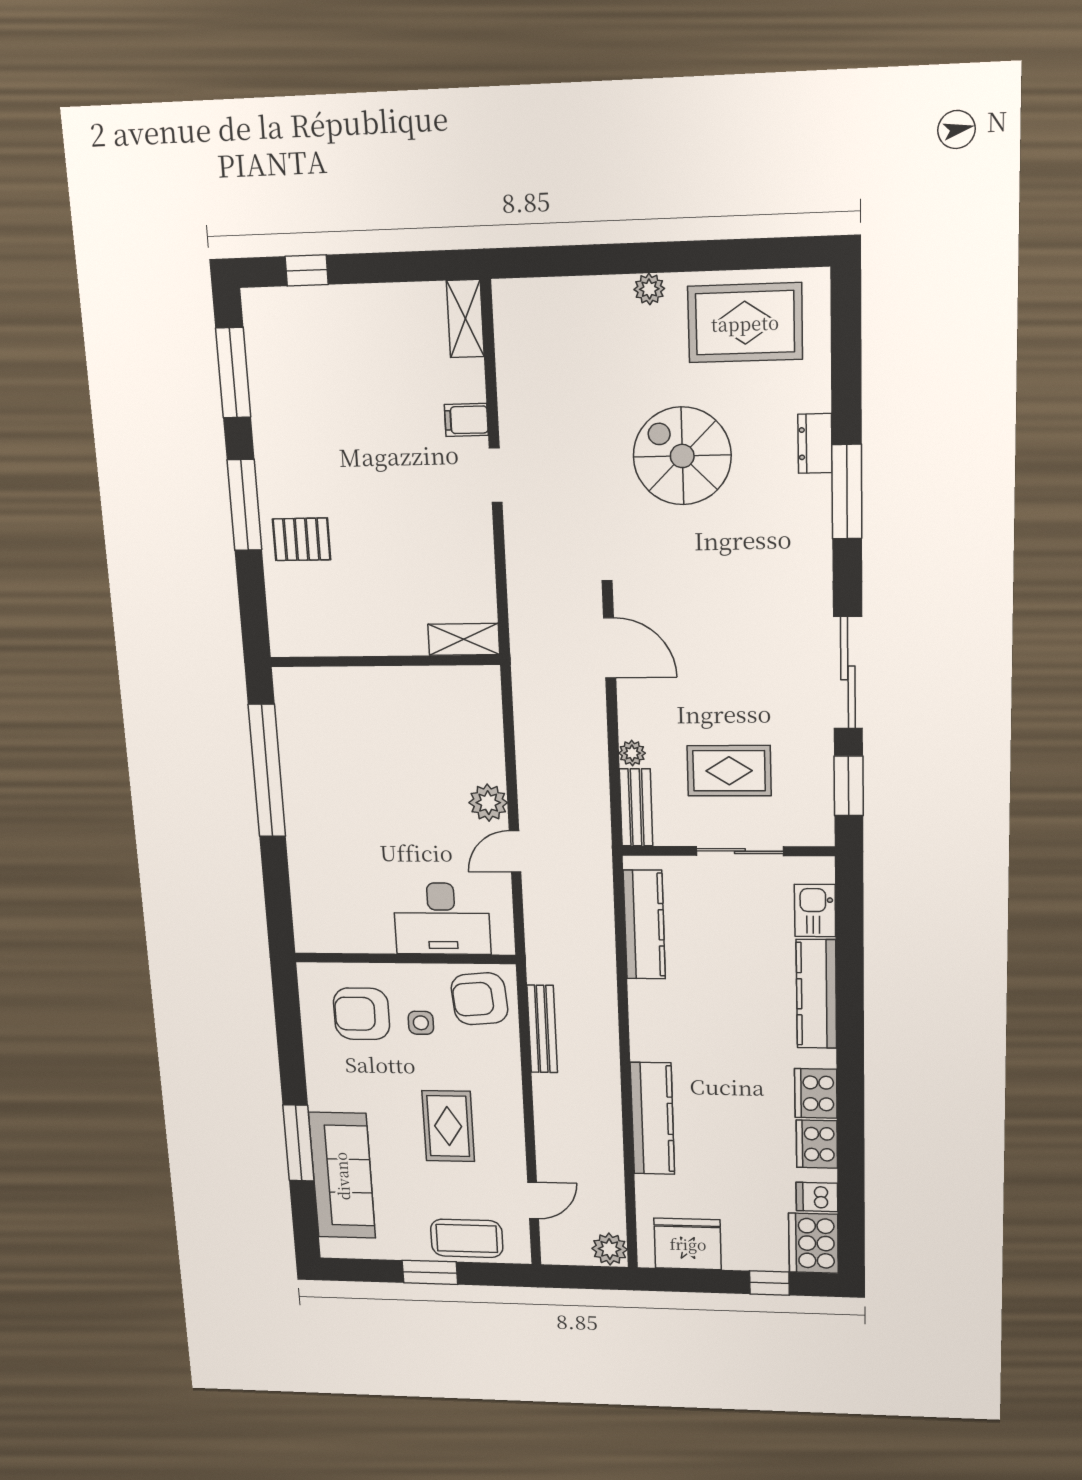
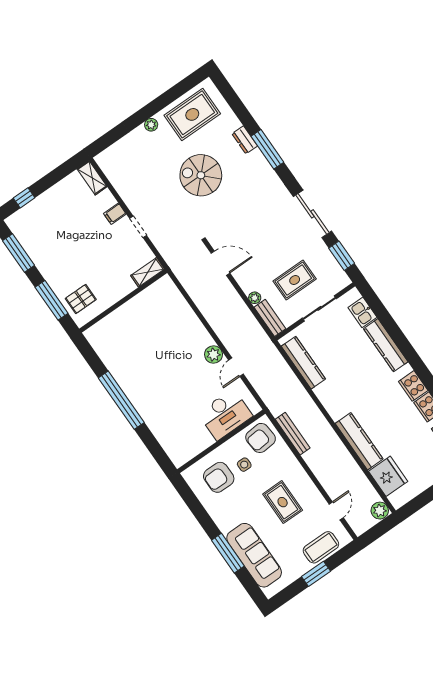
shelving: (464, 639) -> (148, 272), moved
wall: (385, 661) -> (123, 301), moved
fridge: (688, 1244) -> (388, 476), moved, turned 90

